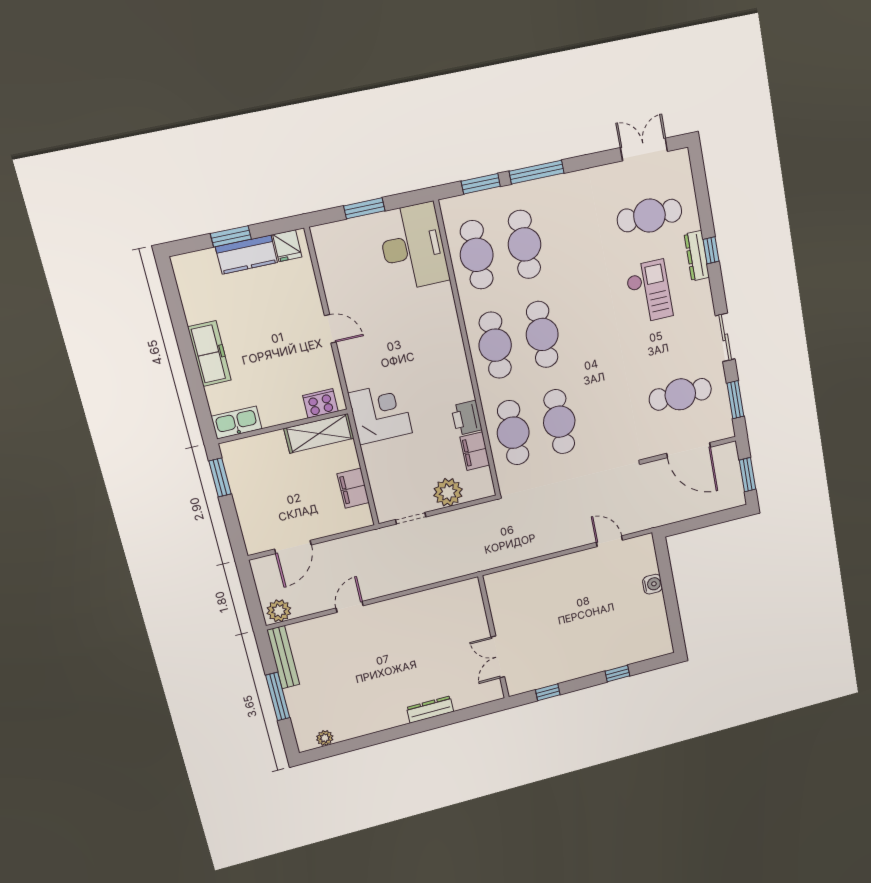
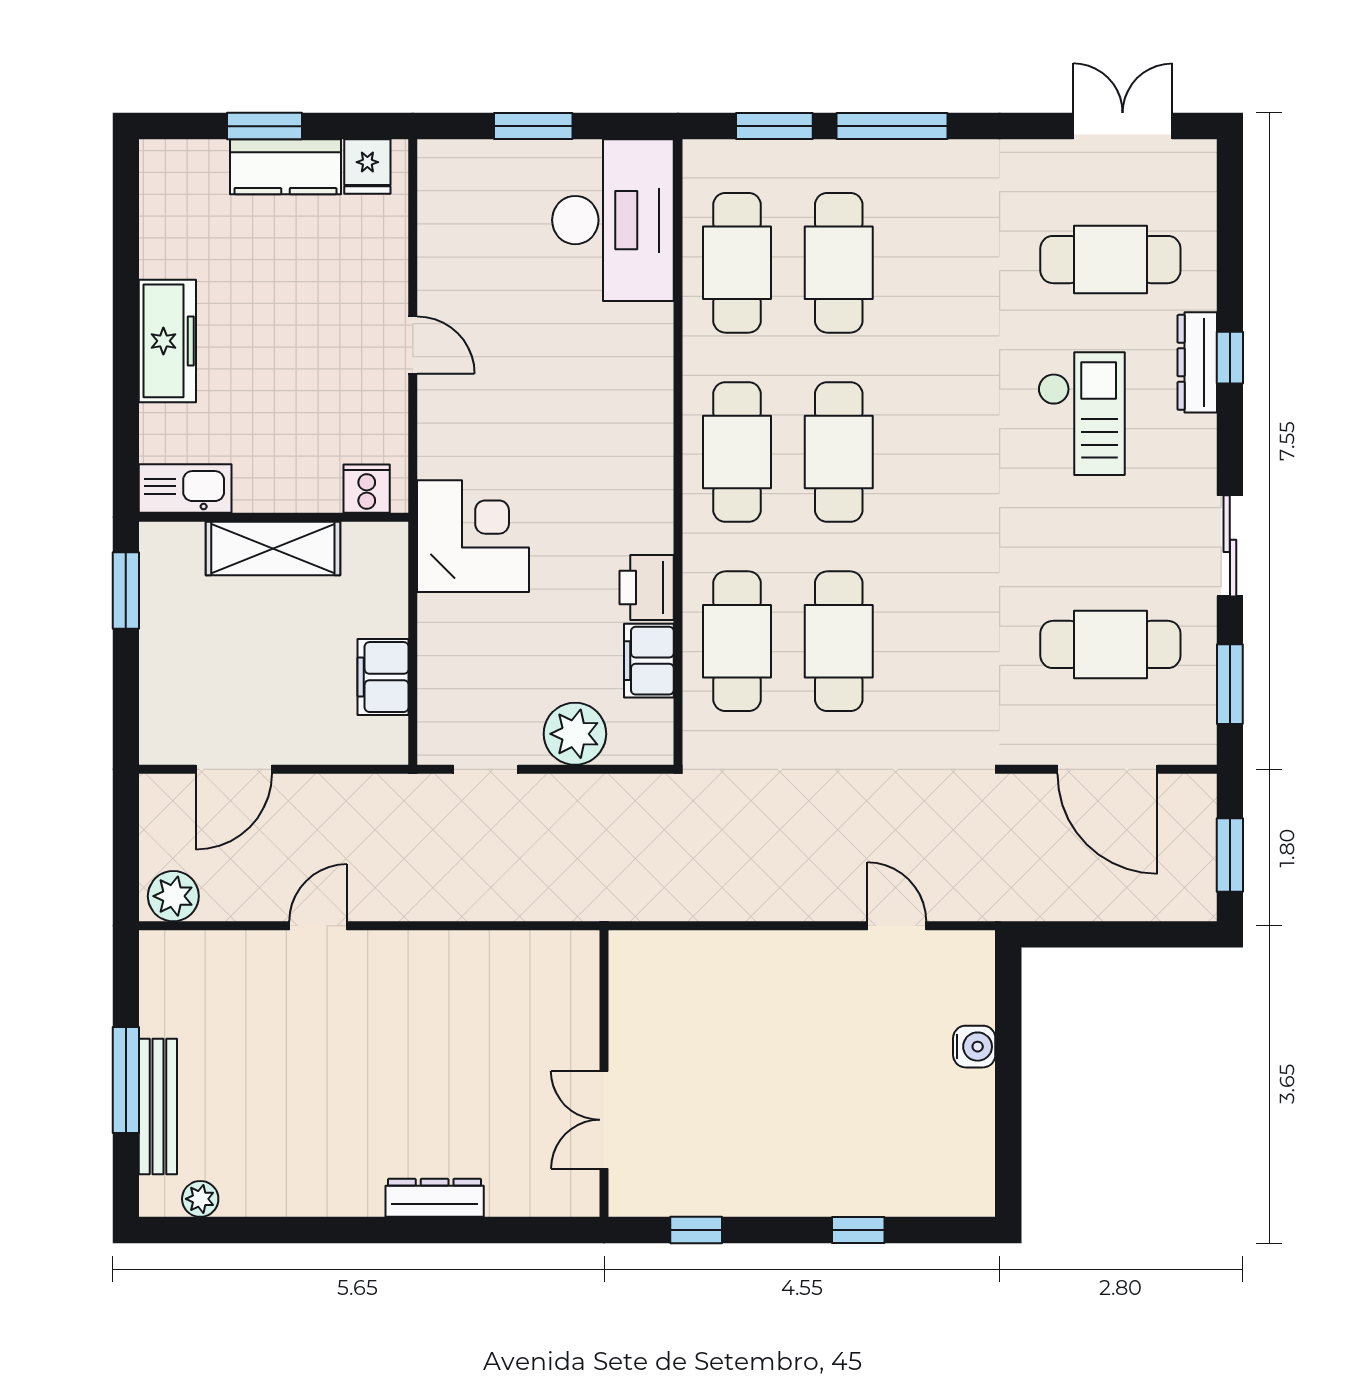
cooker: (320, 403) -> (367, 489), width x0.73
shelving: (319, 433) -> (273, 548), moved
bench: (283, 657) -> (158, 1107), moved

